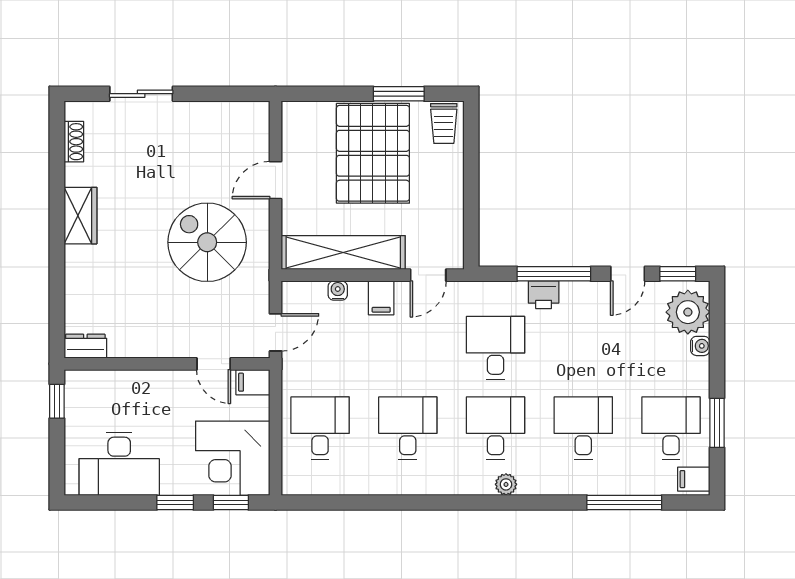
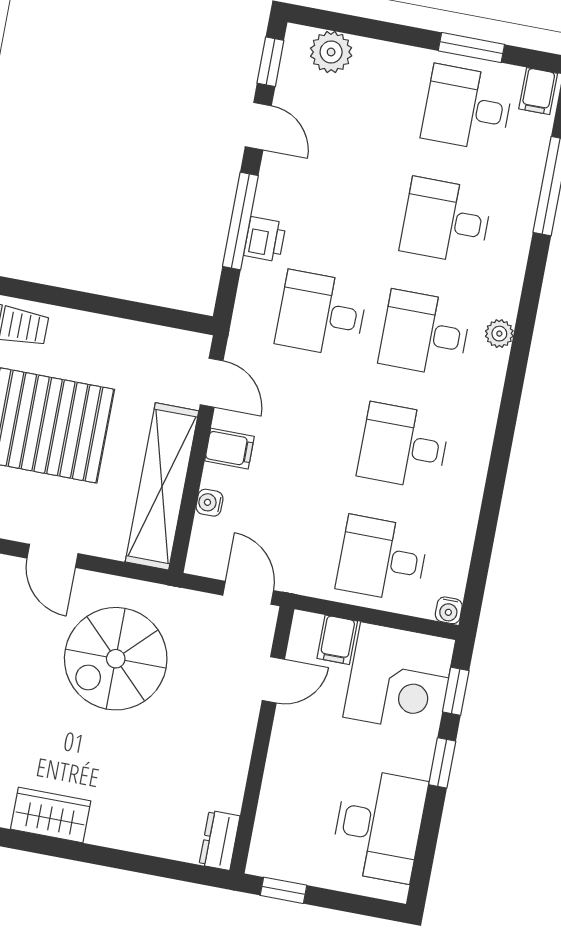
plant: (688, 312) -> (331, 52), width x0.73, depth x0.73
water cooler: (700, 346) -> (449, 610), moved, turned 180
filing cabinet: (253, 382) -> (337, 640), moved

